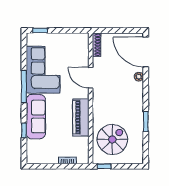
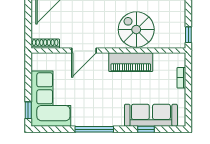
corner sofa: (43, 70) -> (51, 99), moved, turned 90
sofa: (36, 117) -> (151, 115), moved
spiral stairs: (112, 139) -> (136, 30), moved

